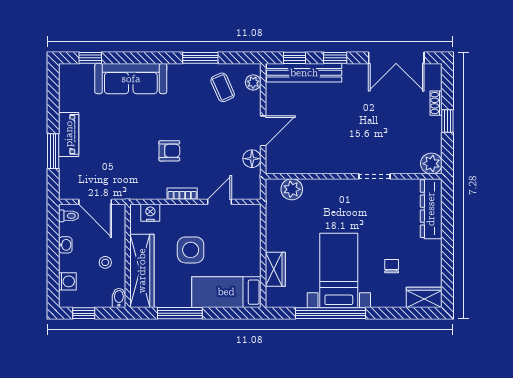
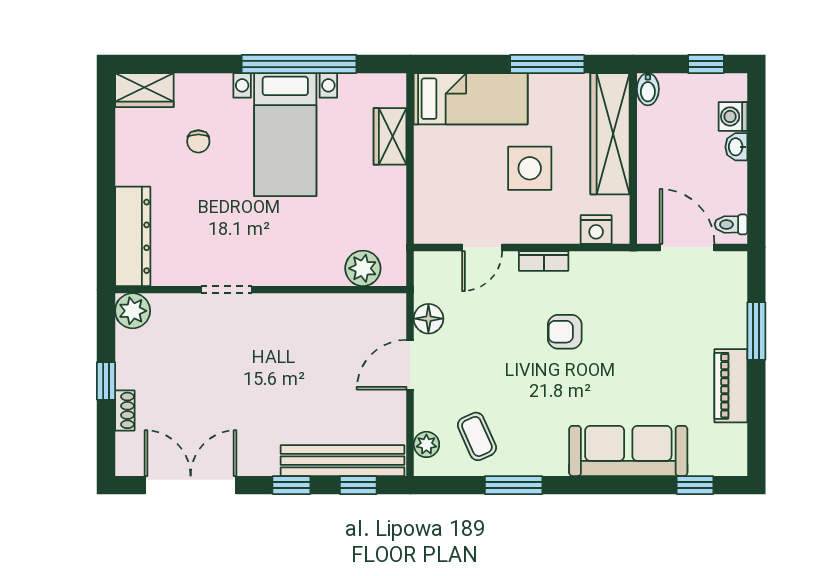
piano: (69, 134) -> (731, 386), moved
washbasin: (65, 245) -> (736, 147), moved
stool: (105, 262) -> (670, 148), removed

